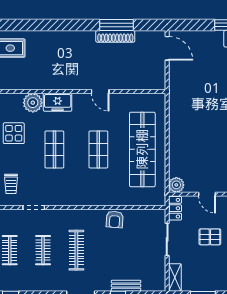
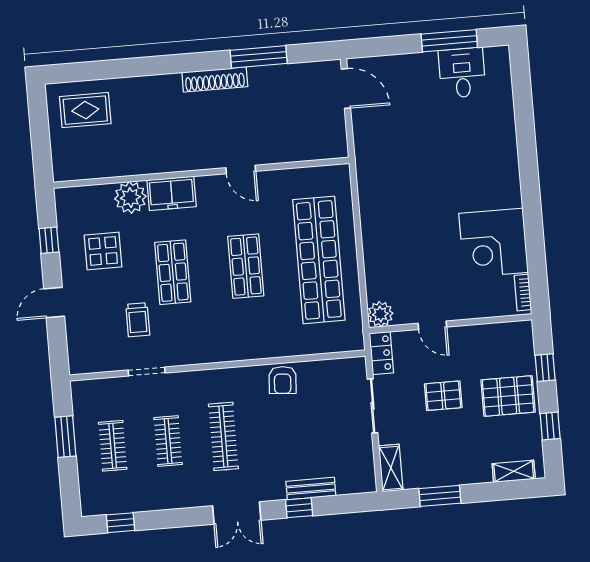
shoe rack: (115, 36) -> (215, 79), moved
trolley: (11, 184) -> (138, 320), moved

